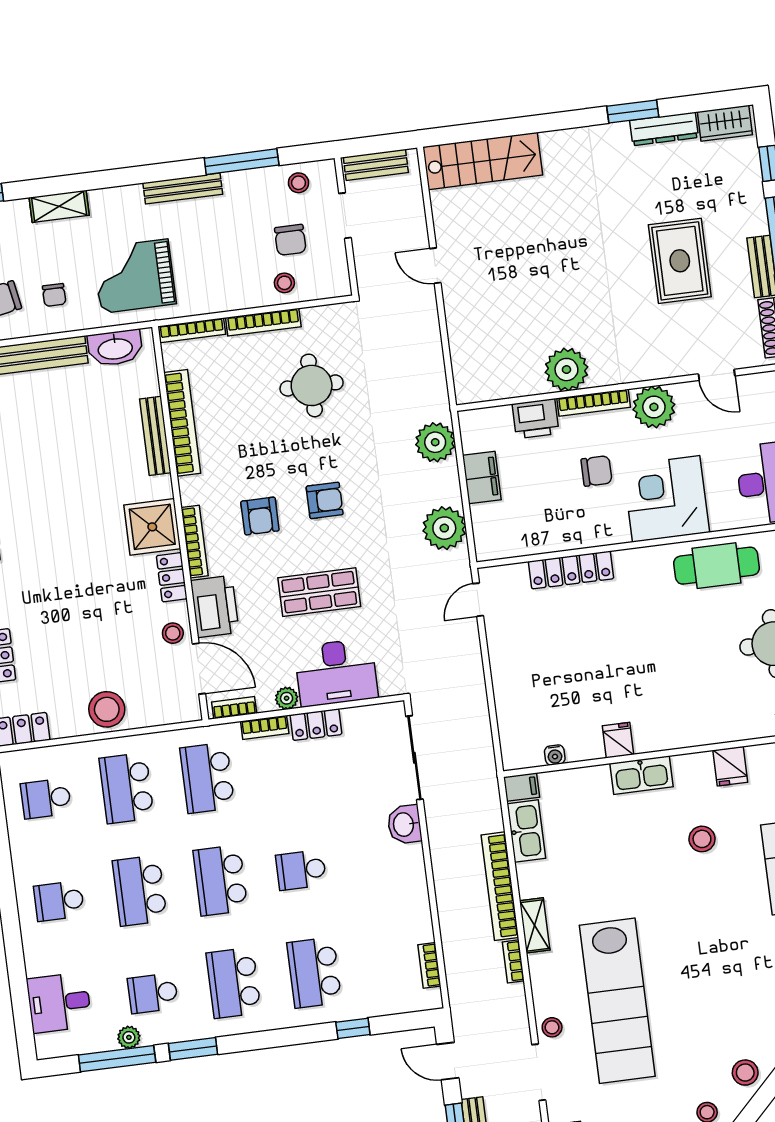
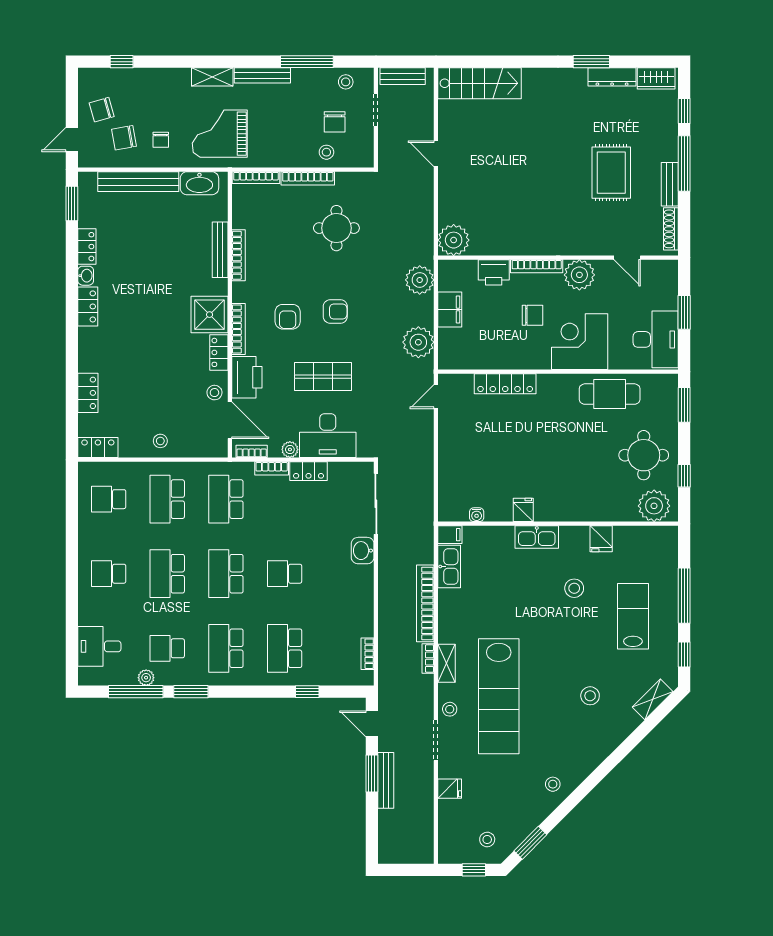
shelving: (59, 206) -> (212, 77), moved
plant: (566, 370) -> (454, 240), moved
bookcase: (182, 423) -> (238, 255), width x0.68, depth x0.76
stool: (107, 709) -> (160, 441), width x0.53, depth x0.53
shelving: (535, 925) -> (447, 663), moved
stool: (745, 1073) -> (590, 696), moved

